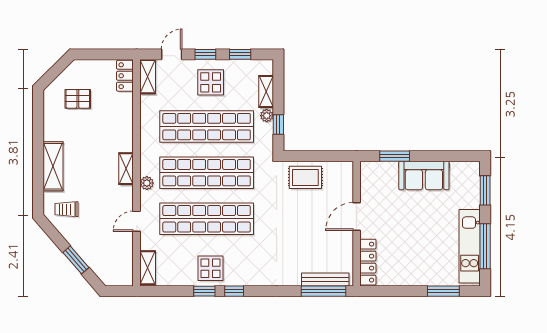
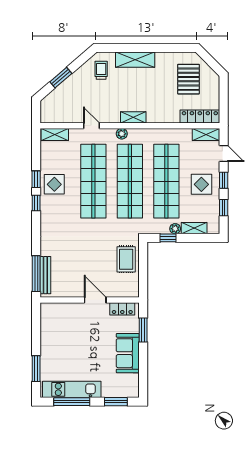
locker: (125, 76) -> (200, 116), width x1.53
pallet: (78, 99) -> (188, 79), width x1.50, depth x1.42
locker: (368, 262) -> (122, 309), moved, width x0.66

